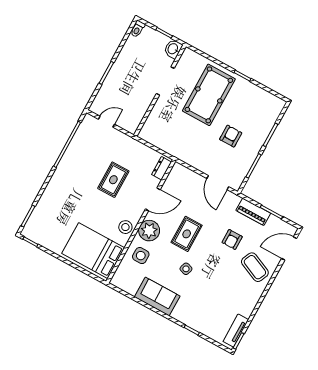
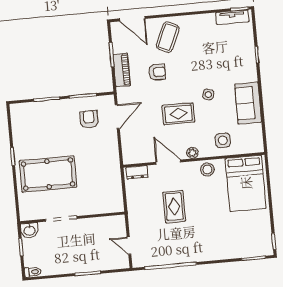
armchair: (231, 136) -> (89, 119), moved, turned 90
rug: (113, 180) -> (174, 207), turned 90
plant: (149, 231) -> (192, 153), width x0.53, depth x0.53

